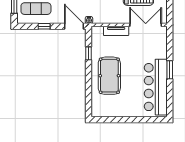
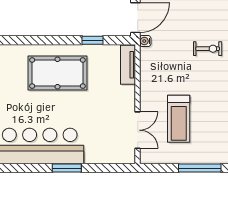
double door: (146, 25) -> (138, 130), width x0.73
tv unit: (116, 31) -> (128, 65), moved

